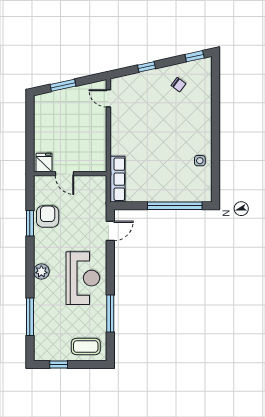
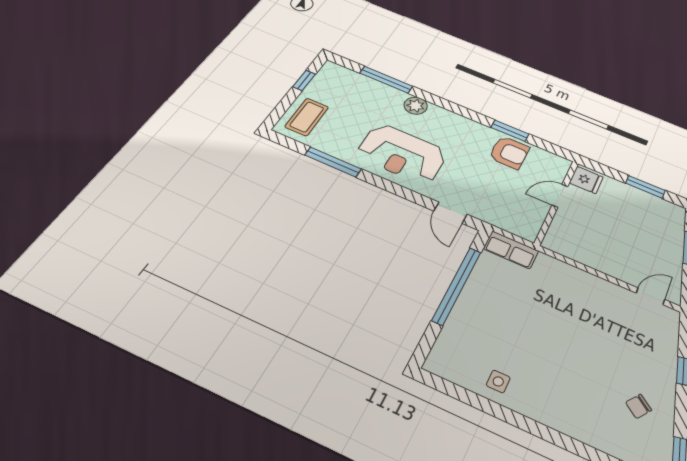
window: (30, 125) -> (645, 187), added
row of seats: (117, 179) -> (511, 250), width x0.68
window: (175, 206) -> (457, 286), moved
plant: (41, 271) -> (416, 106), moved

